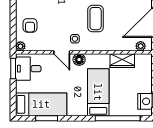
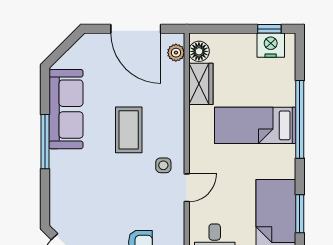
coffee table: (96, 19) -> (129, 130), turned 90
floor lamp: (79, 60) -> (199, 51), moved
window: (118, 118) -> (300, 119), moved

